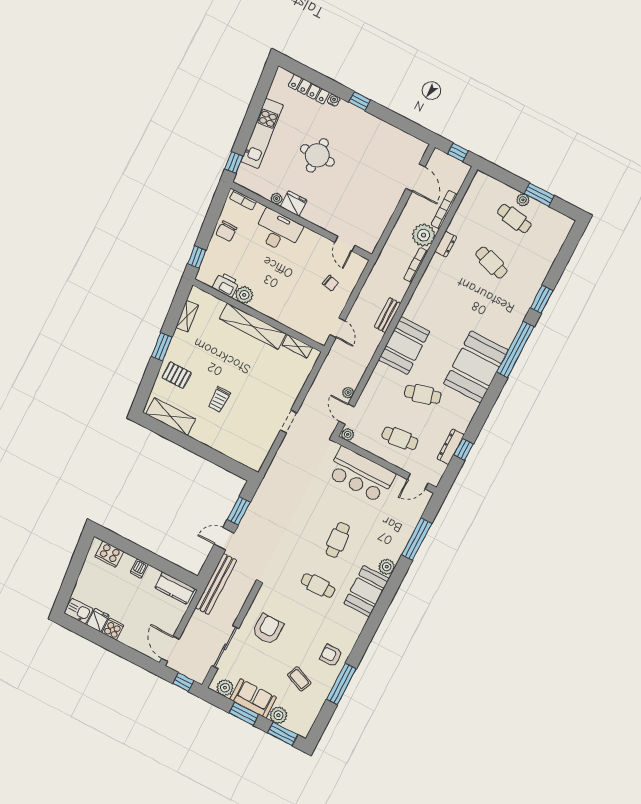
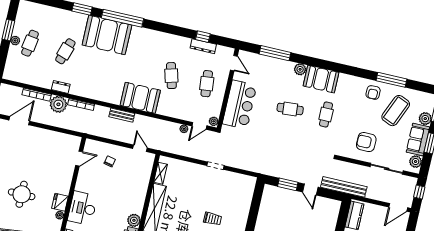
door: (337, 328) -> (140, 148), hinge flipped
booth: (476, 367) -> (107, 35), moved
coffee table: (299, 679) -> (396, 111), width x1.86, depth x1.72

